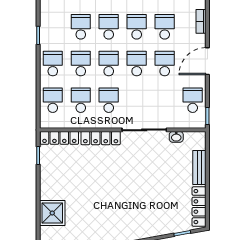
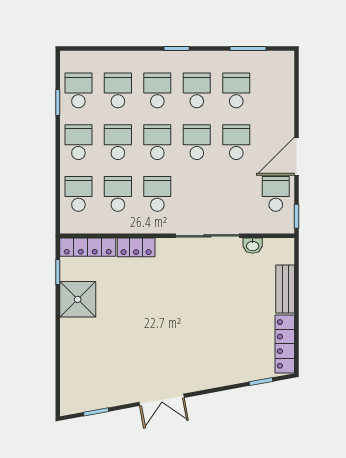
bookcase: (201, 21) -> (288, 83), removed
school desk: (53, 27) -> (78, 90), added
door: (207, 61) -> (296, 156), moved
locker: (101, 138) -> (136, 247), width x0.66
shower: (52, 213) -> (78, 299), moved

